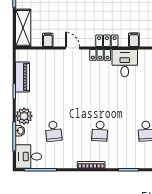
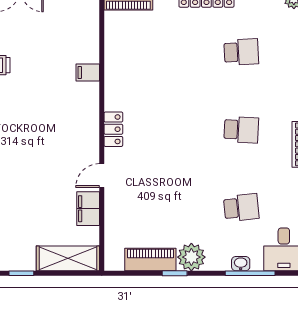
filing cabinet: (48, 40) -> (88, 209), width x2.00
locker: (107, 41) -> (90, 118), removed
desk: (125, 63) -> (127, 88), removed
plant: (24, 116) -> (191, 257), moved

